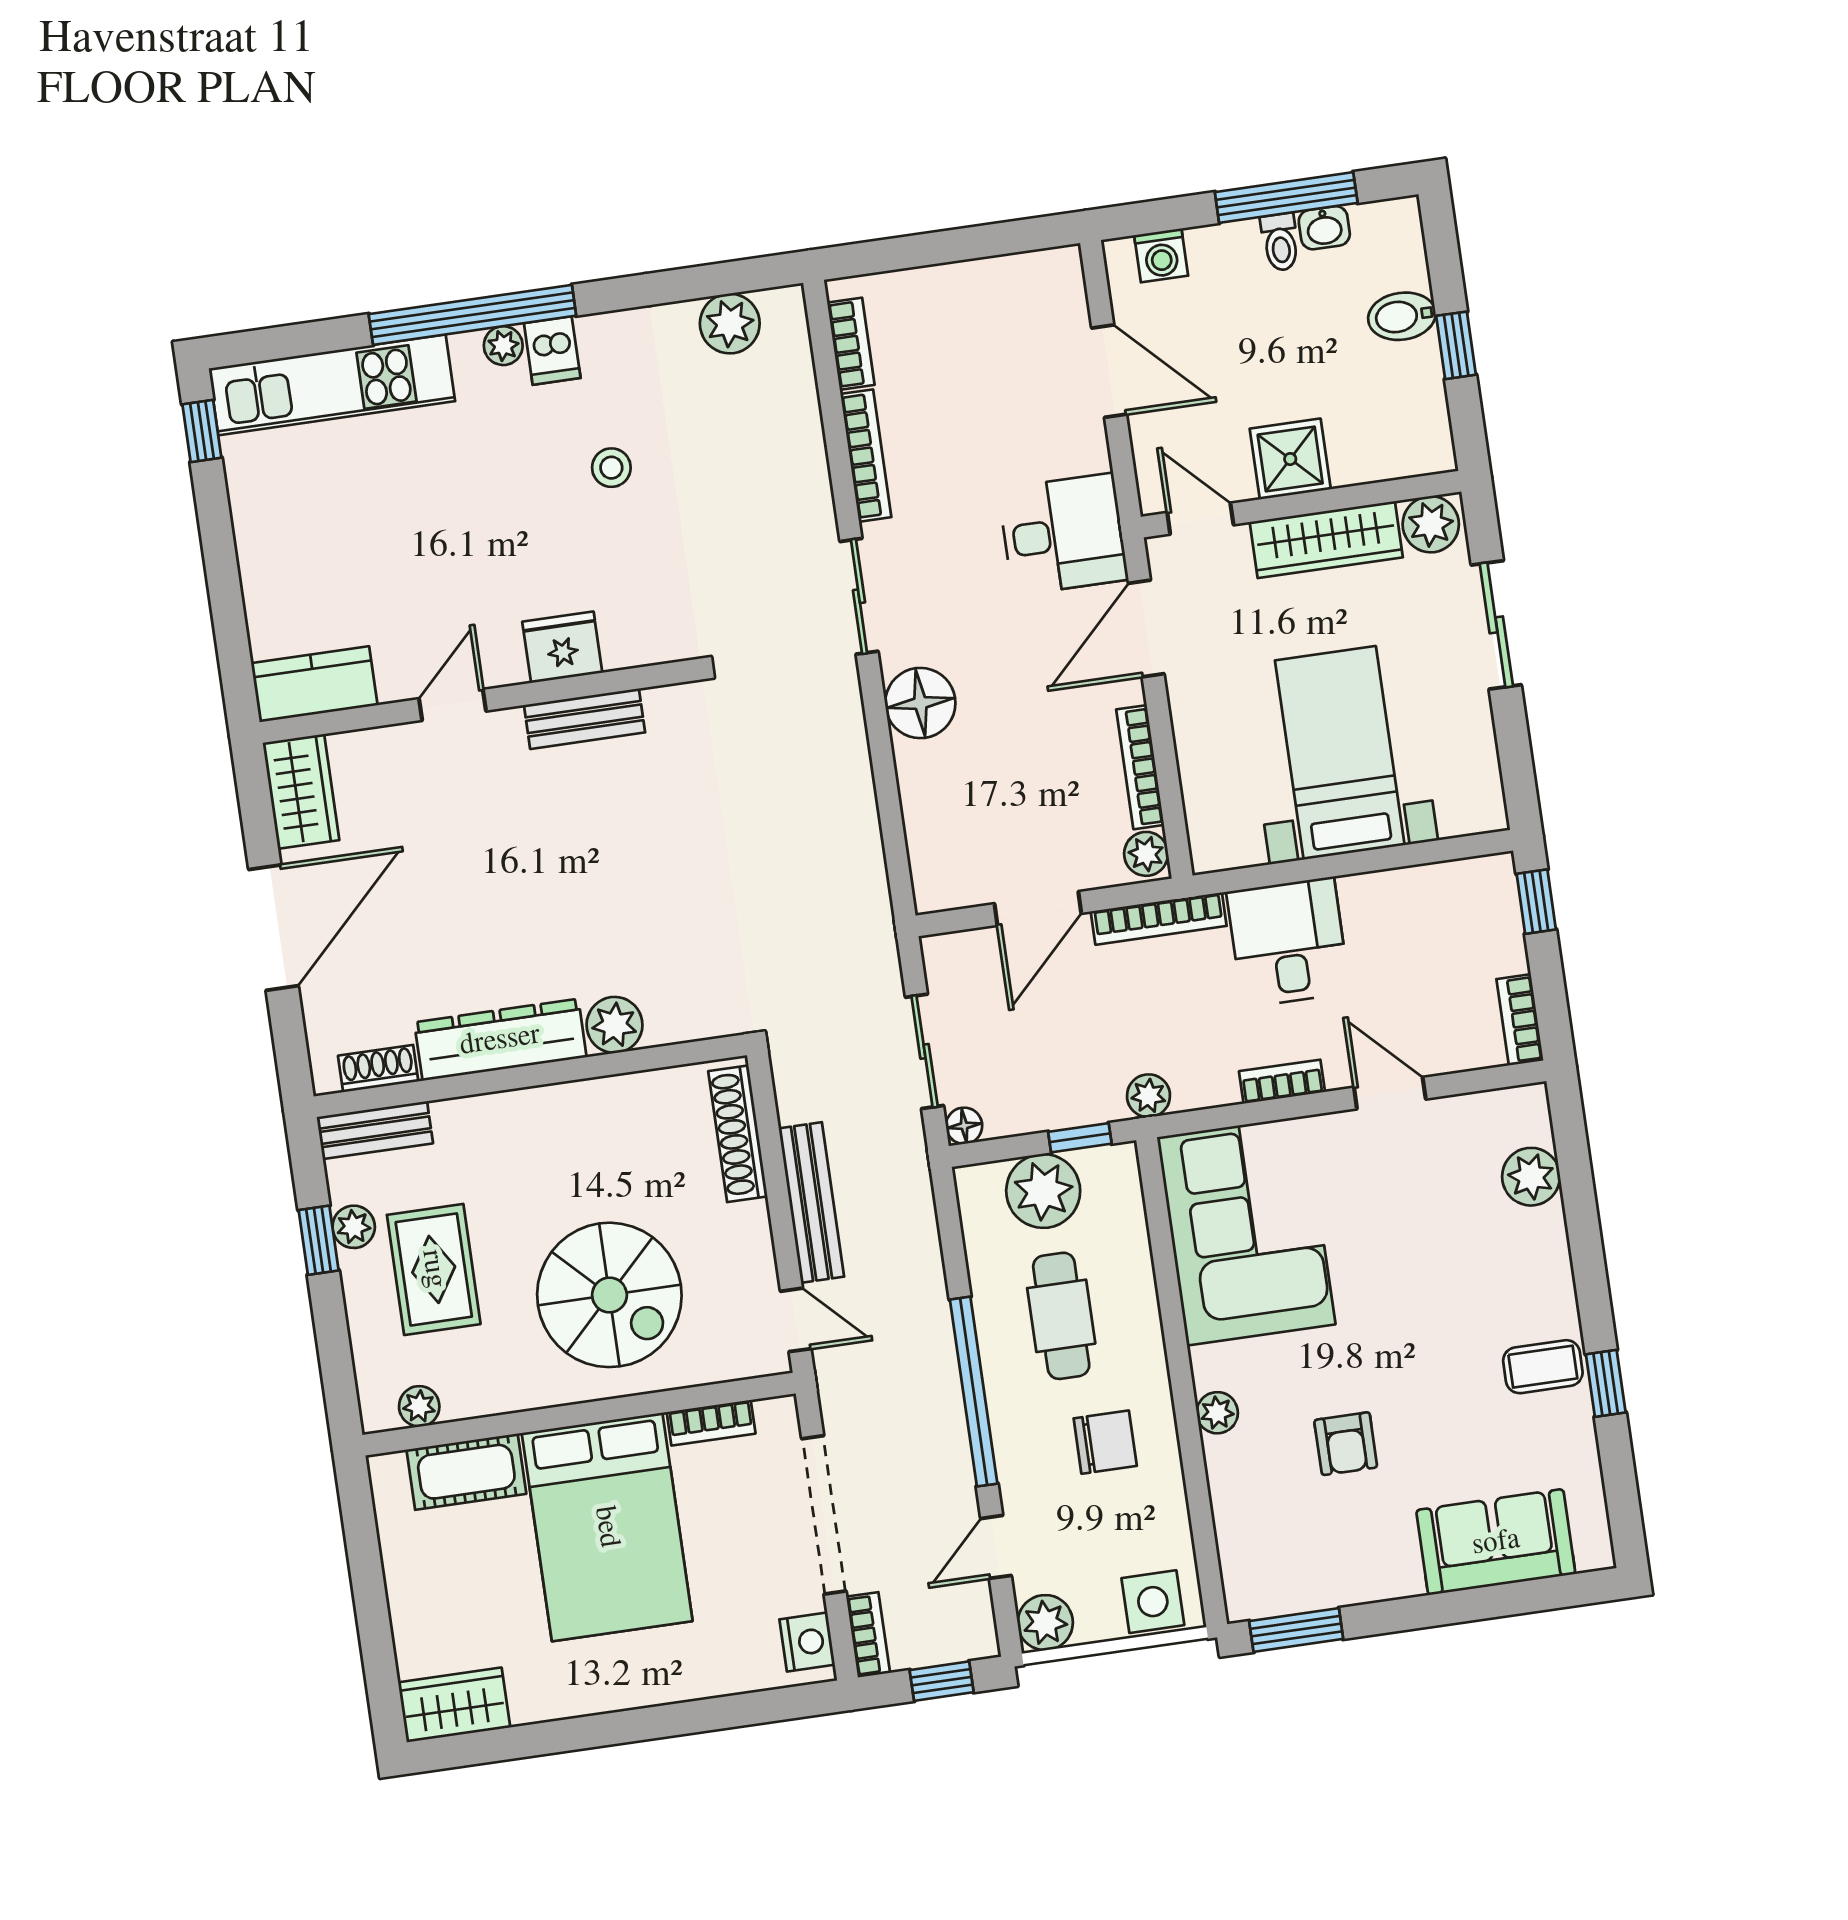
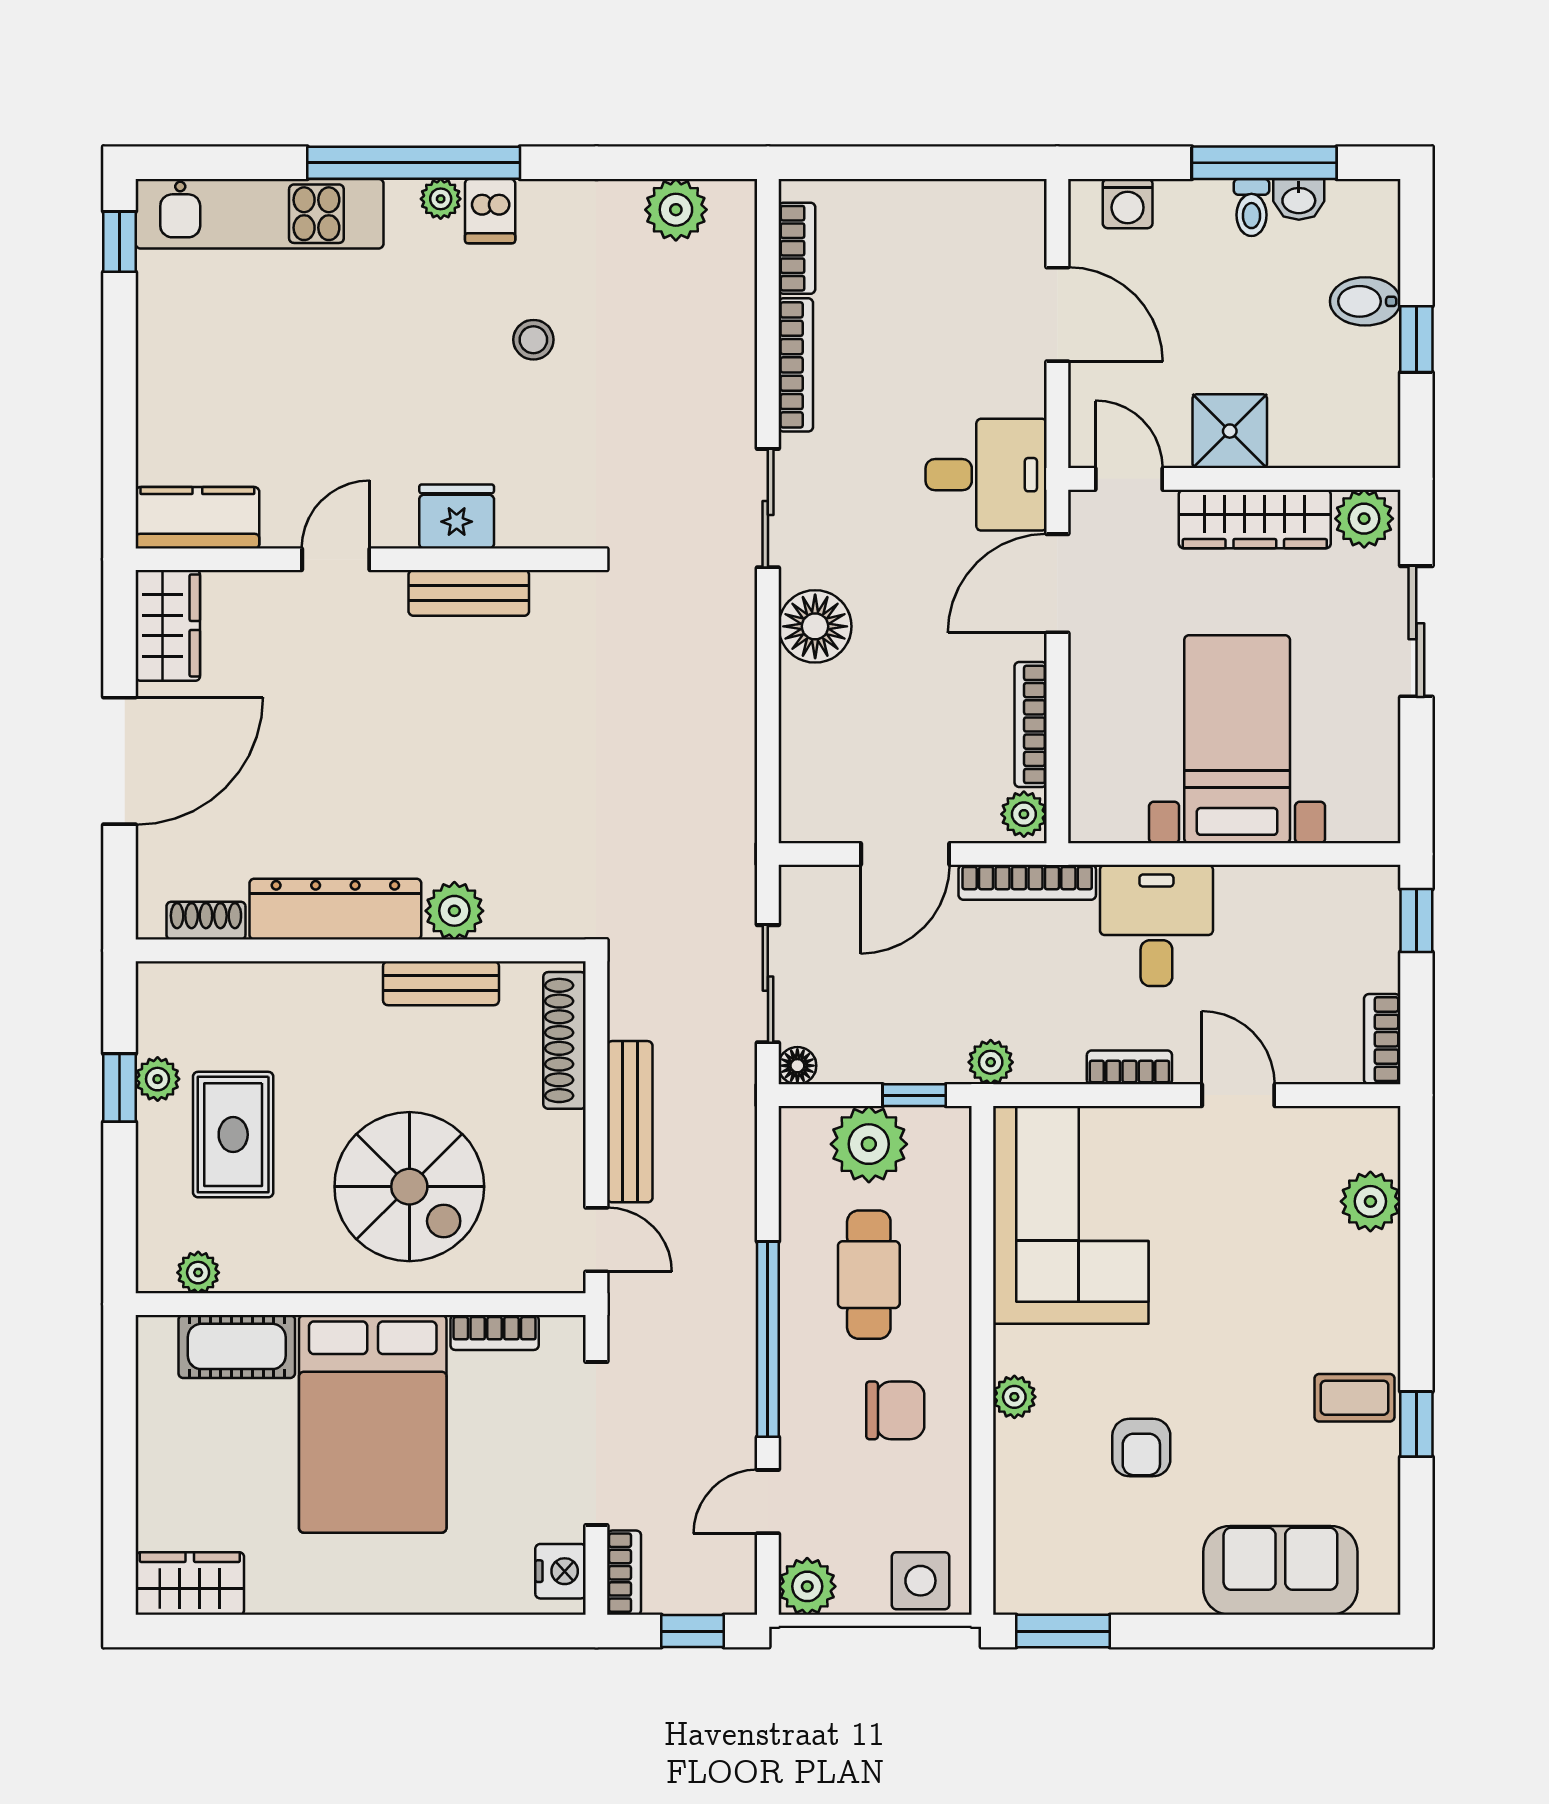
bench: (375, 1130) -> (441, 983), moved

